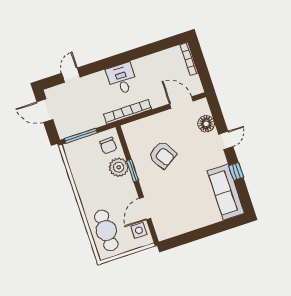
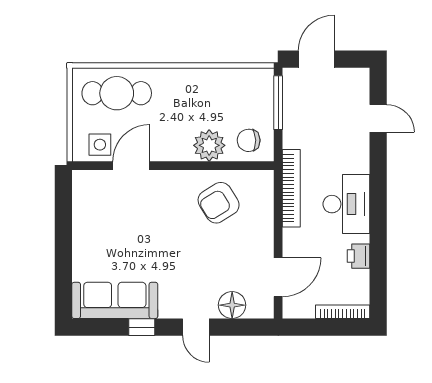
printer: (154, 60) -> (358, 256), added
desk: (122, 79) -> (346, 204), width x1.37
door: (45, 111) -> (316, 59), moved
armchair: (162, 155) -> (219, 203), moved
window: (133, 171) -> (197, 166), removed
door: (145, 208) -> (131, 166), hinge flipped

